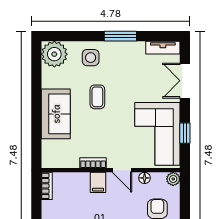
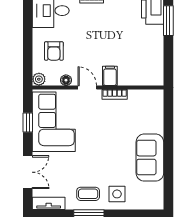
plant: (54, 54) -> (151, 197), removed
coffee table: (97, 97) -> (88, 194), moved, turned 90
sofa: (56, 114) -> (150, 158), moved
bookcase: (47, 186) -> (158, 73), removed

